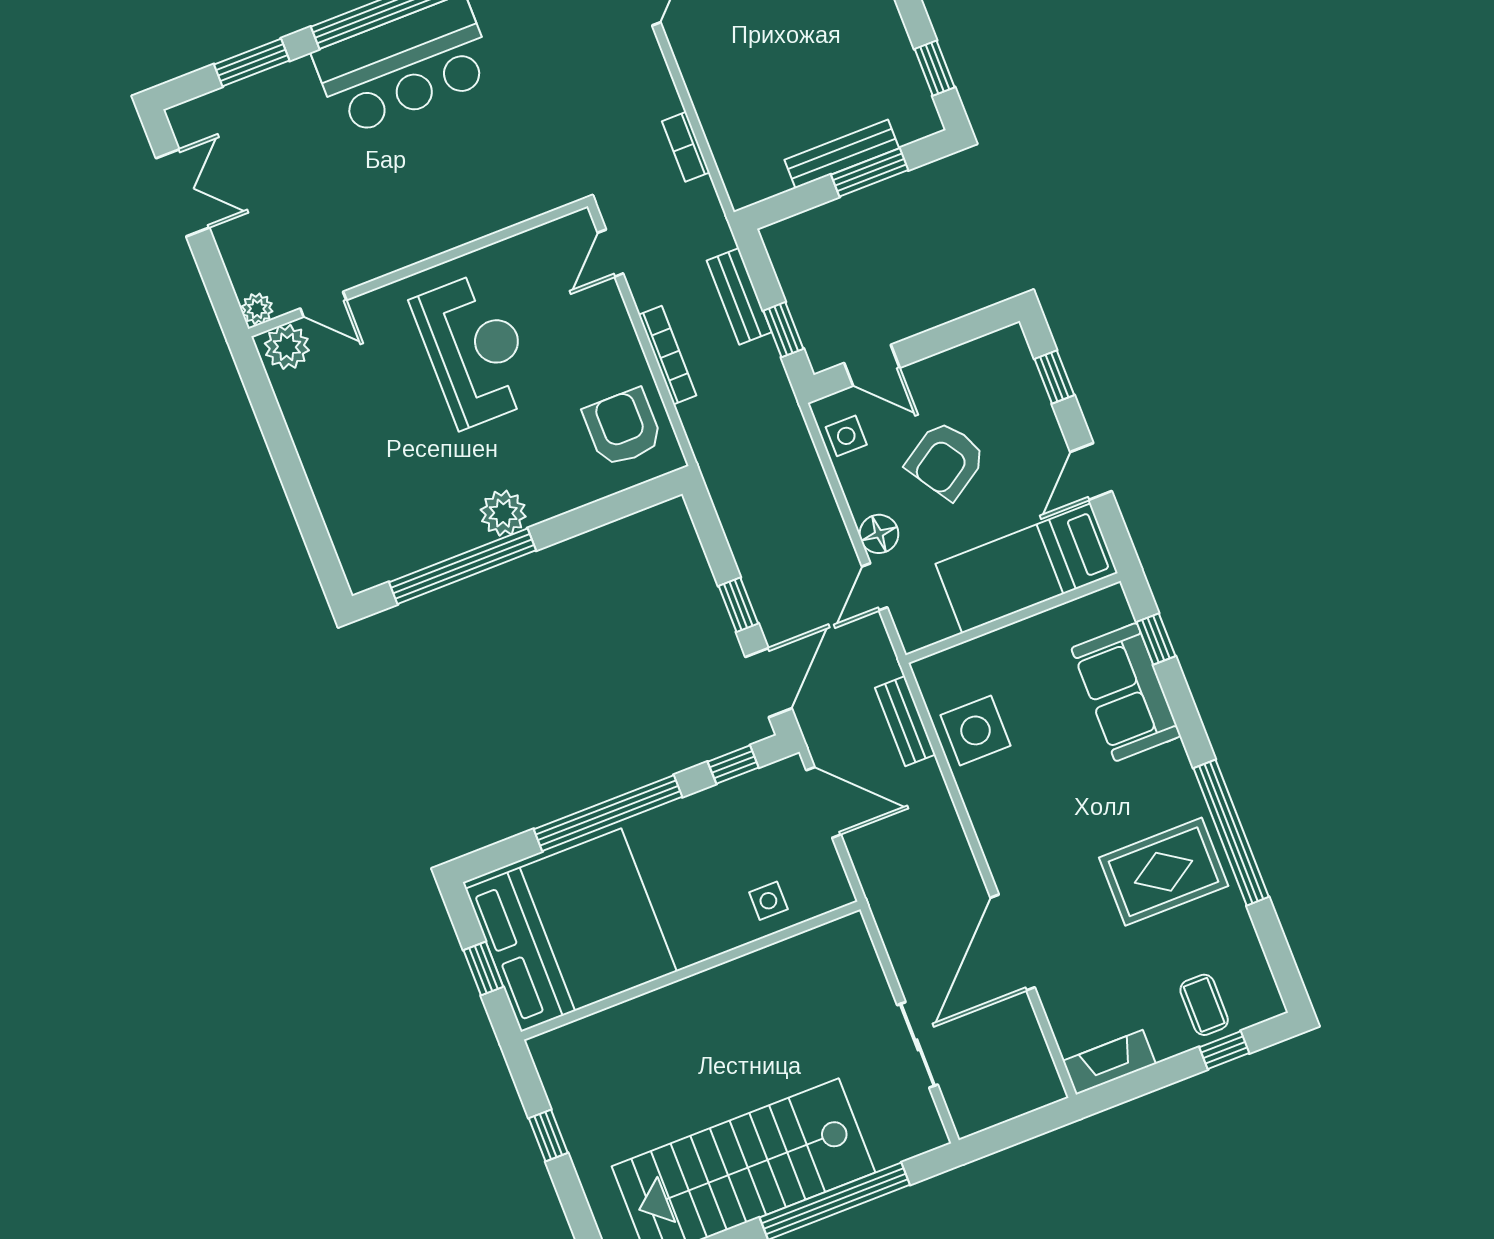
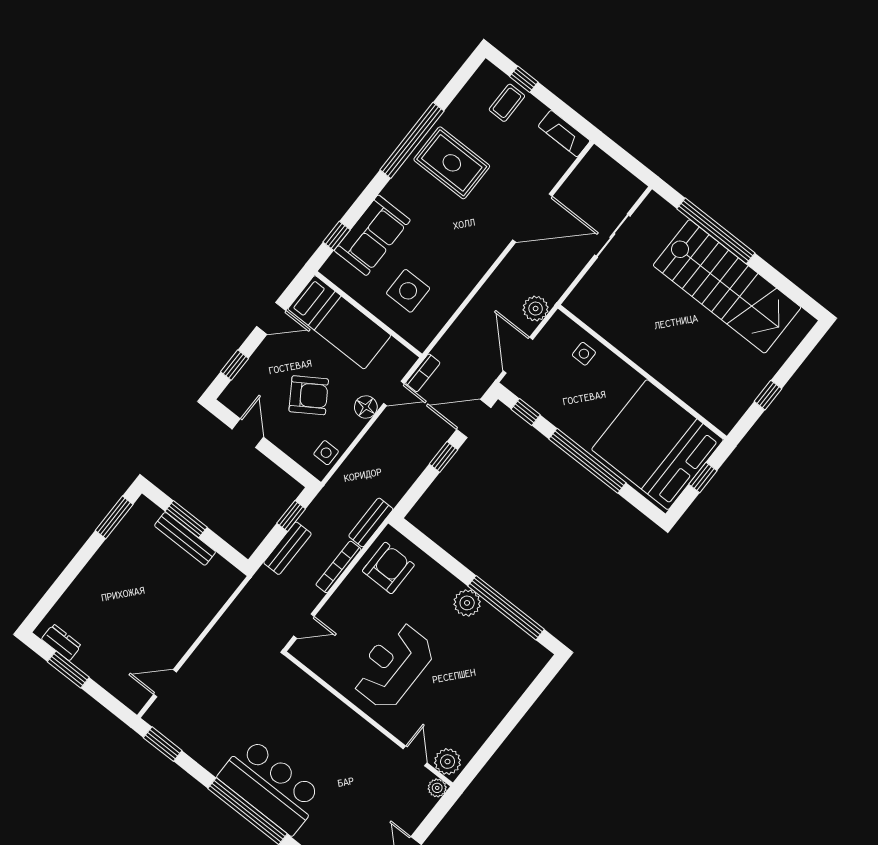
window: (935, 68) -> (114, 517), width x1.50
bookcase: (686, 147) -> (423, 373), moved
door: (872, 365) -> (248, 433), moved
armchair: (623, 428) -> (388, 568), turned 180
bench: (905, 721) -> (371, 522), moved
side table: (975, 730) -> (408, 291), moved
plant: (877, 869) -> (536, 309), added

